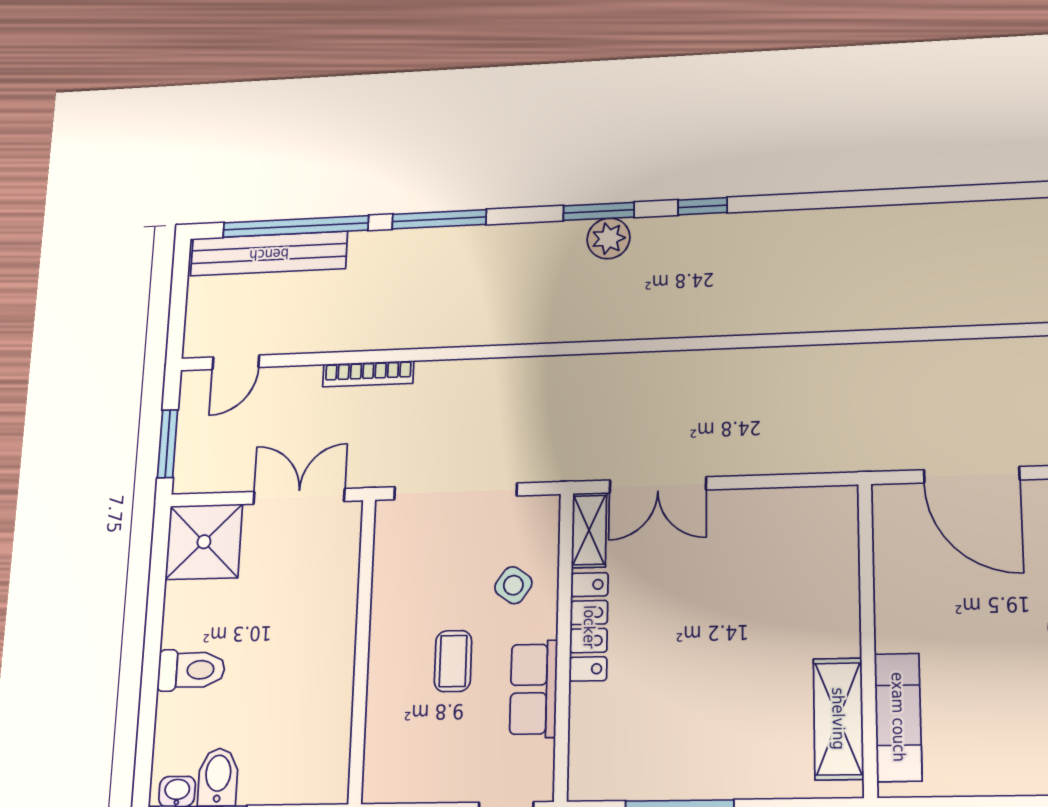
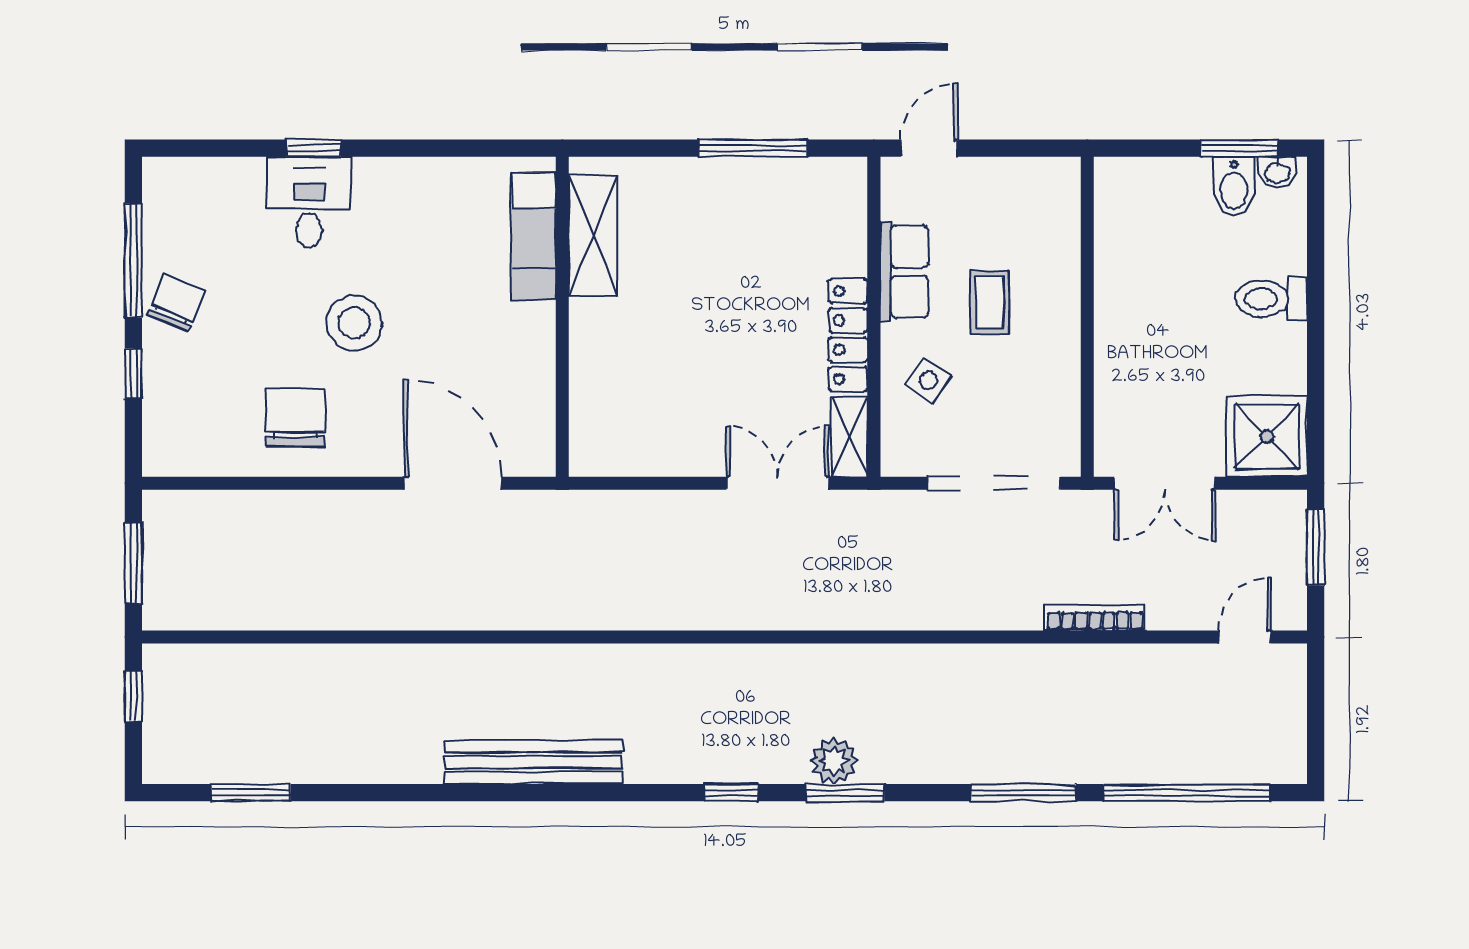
bench: (269, 254) -> (534, 762), moved

